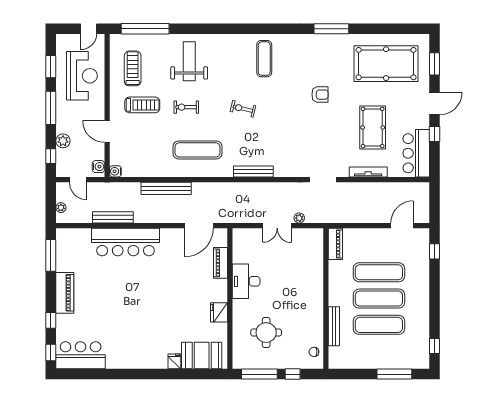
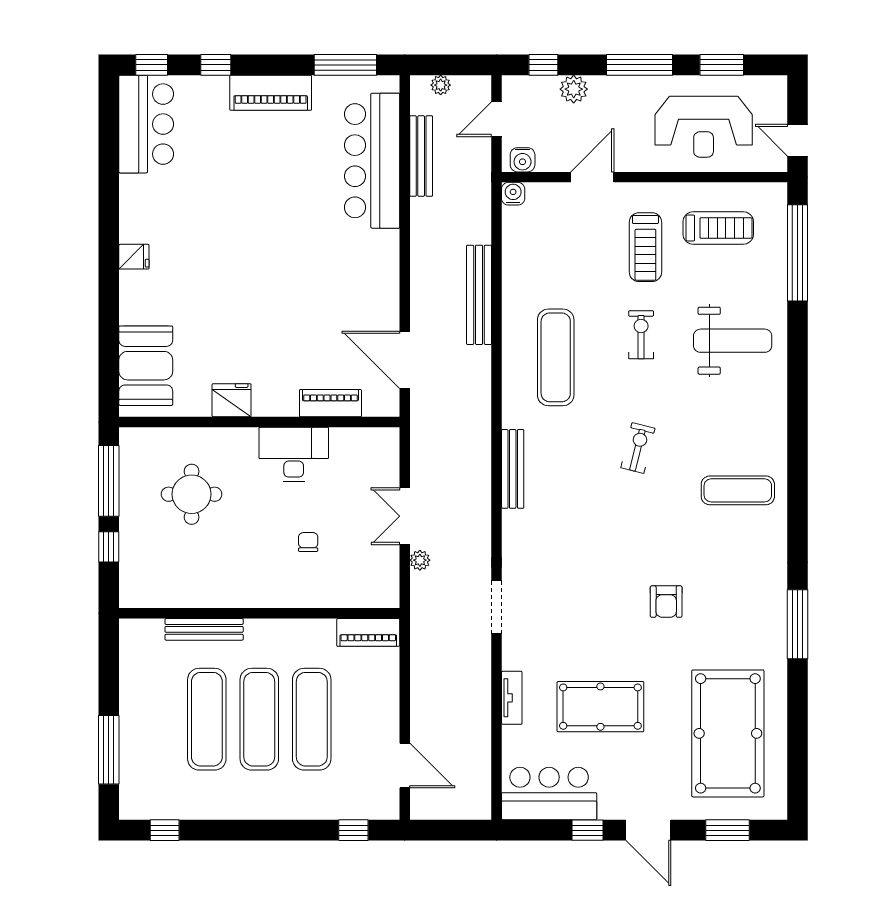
tv unit: (368, 172) -> (512, 698), width x0.71
bench: (113, 217) -> (421, 156), moved
bar counter: (126, 242) -> (372, 161), moved
chair: (314, 352) -> (308, 542), moved
fridge: (174, 361) -> (134, 257), moved

